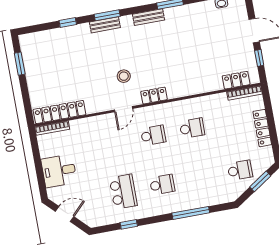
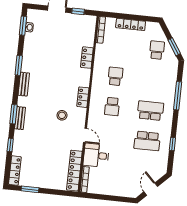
locker: (38, 38) -> (15, 171), added
locker: (236, 80) -> (87, 58), moved
door: (123, 109) -> (85, 135), moved
school desk: (153, 135) -> (112, 107), turned 180
desk: (59, 171) -> (96, 155), moved, turned 90
window: (260, 181) -> (174, 47), moved
school desk: (162, 185) -> (150, 111), width x1.85
school desk: (123, 192) -> (147, 141), turned 180

